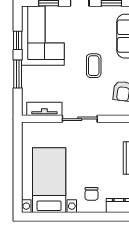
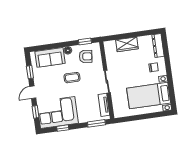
window: (18, 74) -> (96, 123), moved

